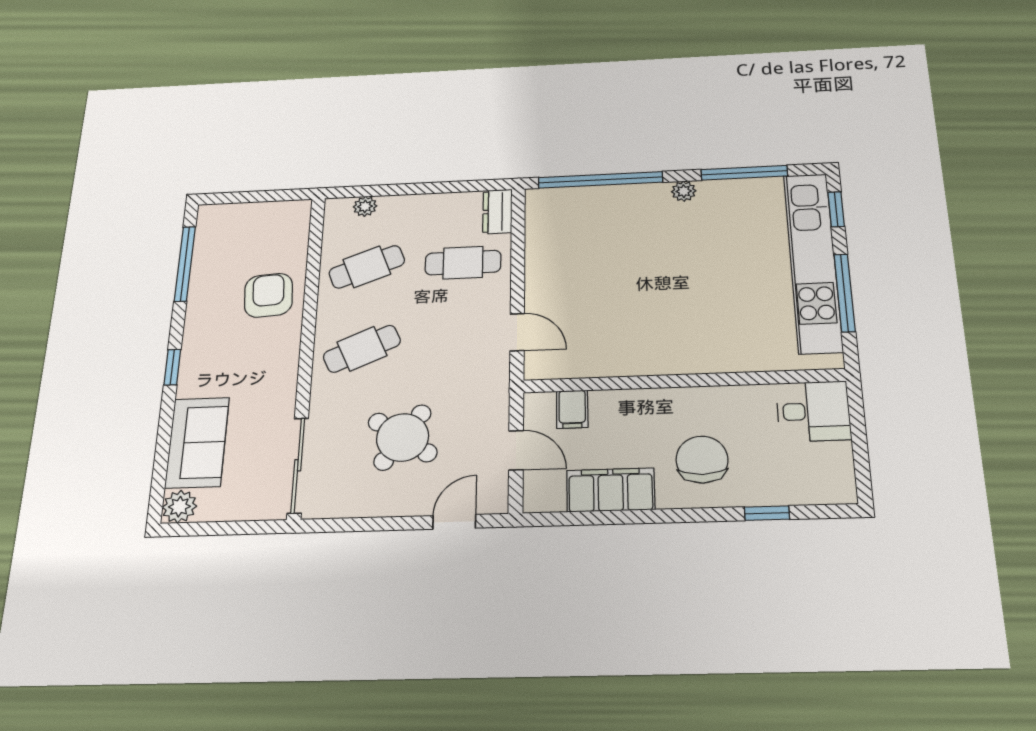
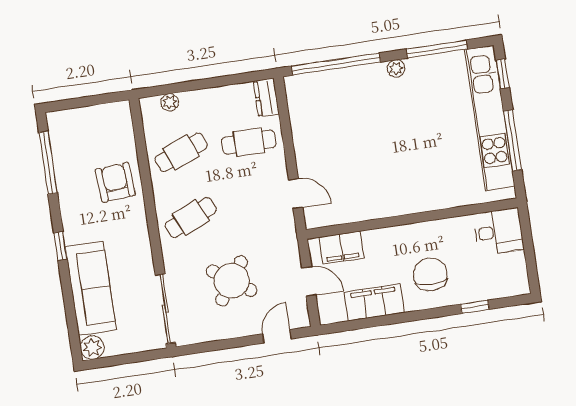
filing cabinet: (572, 409) -> (341, 248), width x2.00
sofa: (197, 442) -> (91, 288), width x1.36

